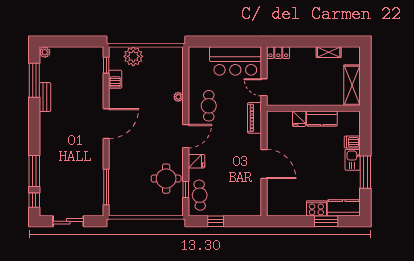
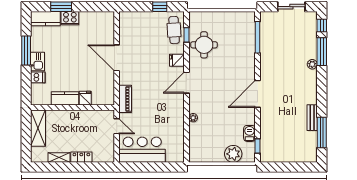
plant: (45, 52) -> (312, 64), moved
locker: (278, 53) -> (81, 157), moved
cafe table: (209, 106) -> (166, 110), removed

